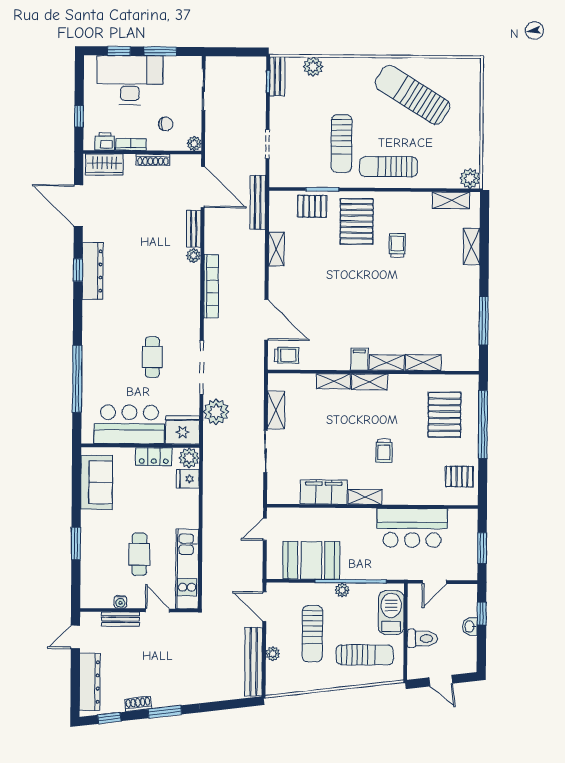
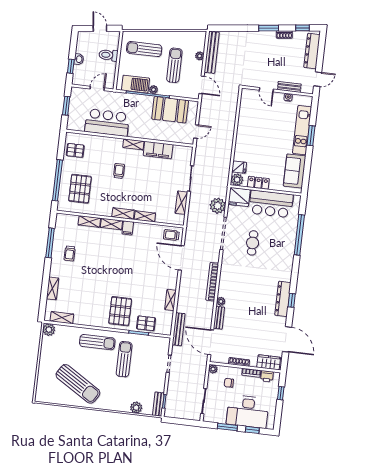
trolley: (397, 245) -> (70, 253), moved
cafe table: (139, 554) -> (274, 125), removed
kitchen unit: (187, 569) -> (302, 130), moved, turned 180
barbecue: (391, 612) -> (135, 84), moved, turned -90

